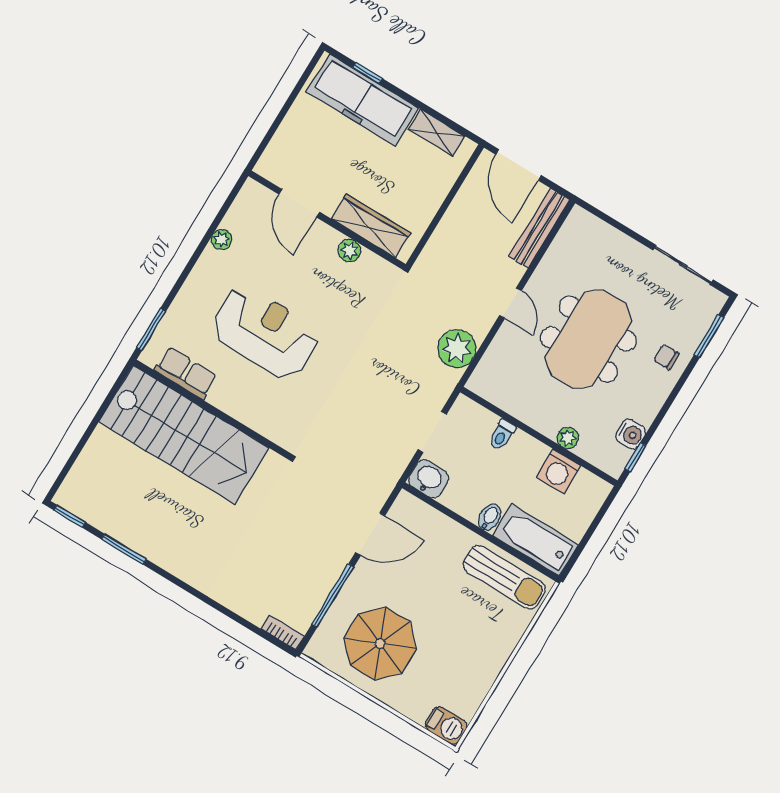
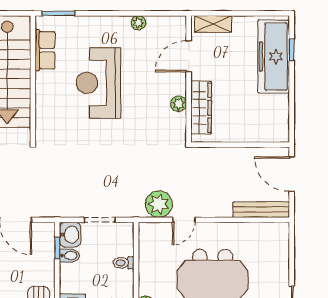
shelving: (437, 133) -> (213, 24), moved, turned 90
door: (519, 165) -> (292, 174), hinge flipped
door: (511, 303) -> (184, 220), moved
reception desk: (265, 332) -> (98, 83), turned 180
window: (435, 504) -> (57, 248), added
bidet: (490, 517) -> (69, 256), moved

